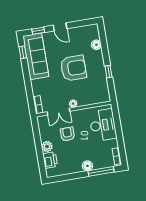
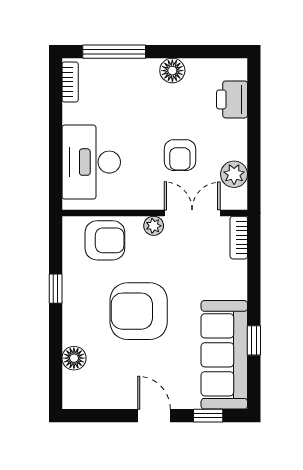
window: (23, 52) -> (254, 340), moved
armchair: (92, 94) -> (105, 240), added
plant: (47, 147) -> (234, 174), moved
floor lamp: (87, 166) -> (172, 71), moved

